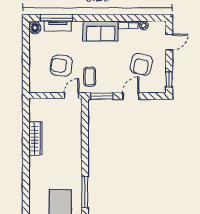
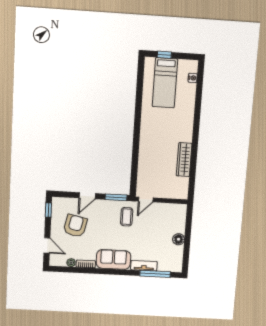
tv unit: (58, 26) -> (144, 266), moved
floor lamp: (35, 28) -> (179, 239), moved
door: (169, 42) -> (47, 245), swing flipped
armchair: (61, 66) -> (154, 229), removed
window: (85, 192) -> (139, 103), removed

